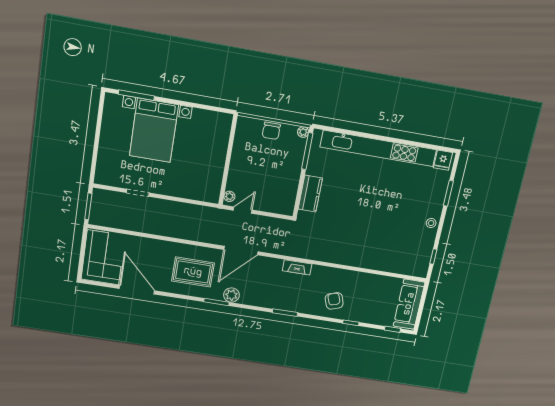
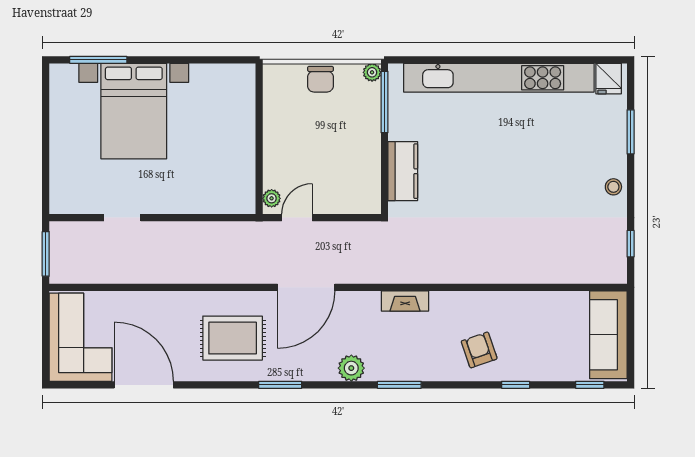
plant: (231, 295) -> (351, 368), moved

